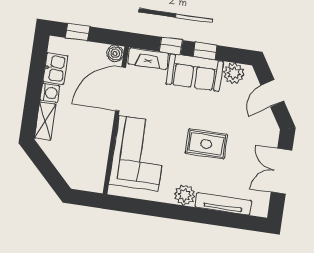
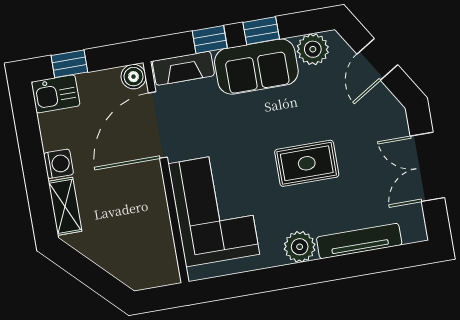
kitchen sink: (55, 68) -> (56, 94), moved, turned 90

